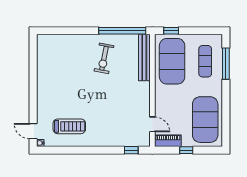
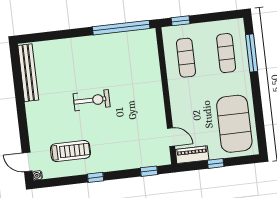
bench: (144, 57) -> (28, 73), moved
exercise bike: (104, 58) -> (92, 100), moved, turned -101
exercise mat: (172, 61) -> (186, 58), width x0.50, depth x0.69
window: (87, 150) -> (96, 177), added

